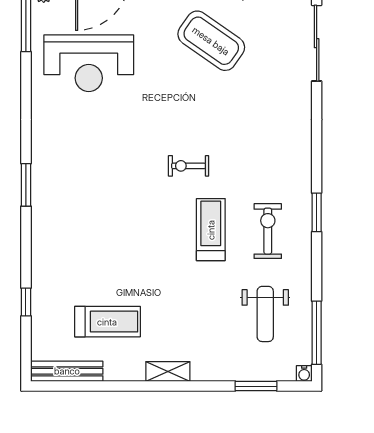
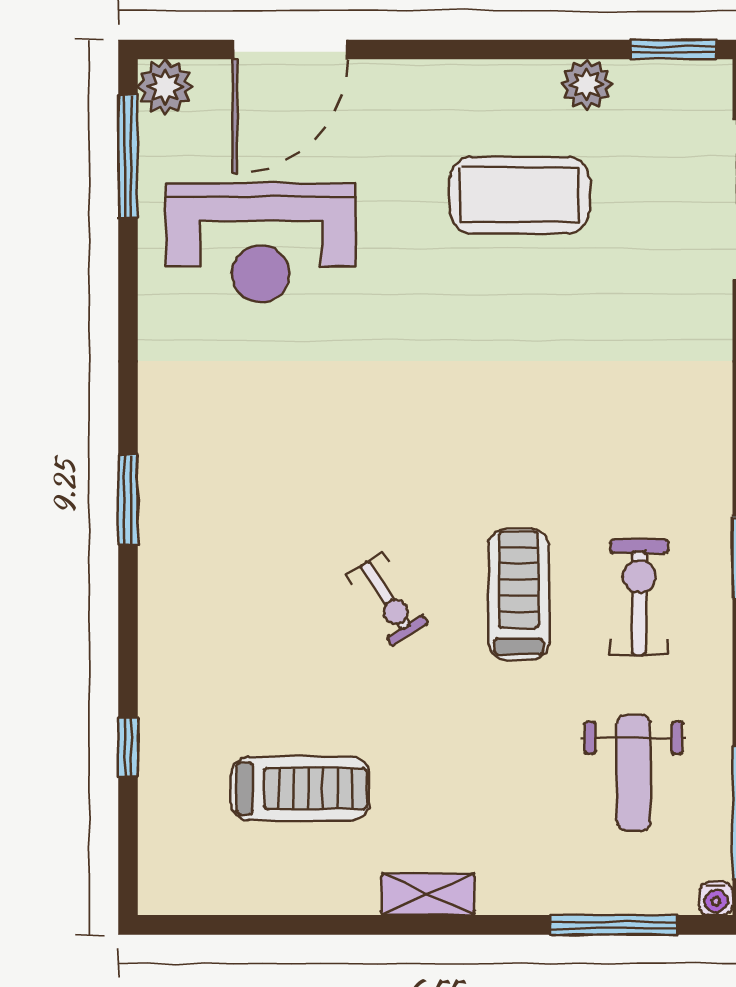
coffee table: (211, 41) -> (520, 195), turned -35
exercise bike: (189, 166) -> (387, 599), moved, turned -123
bench: (67, 371) -> (214, 894), removed
window: (256, 386) -> (614, 925), width x1.44

